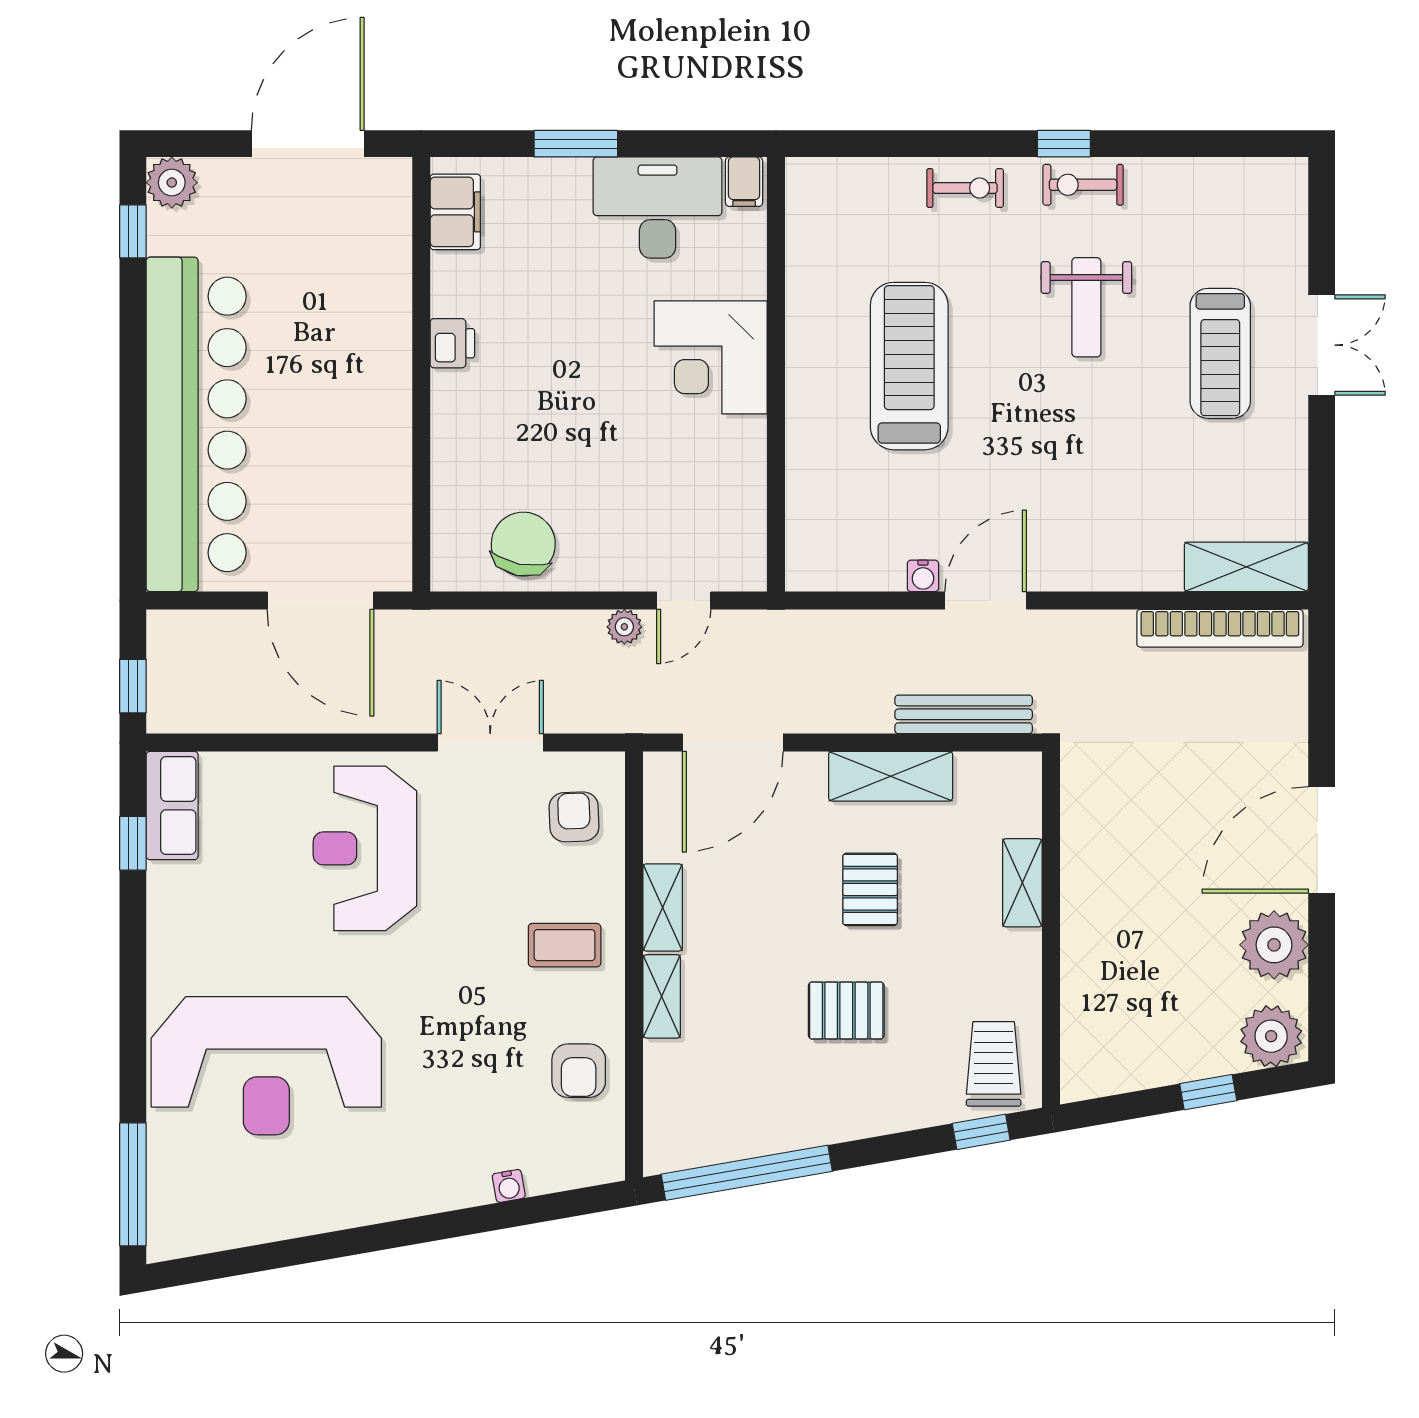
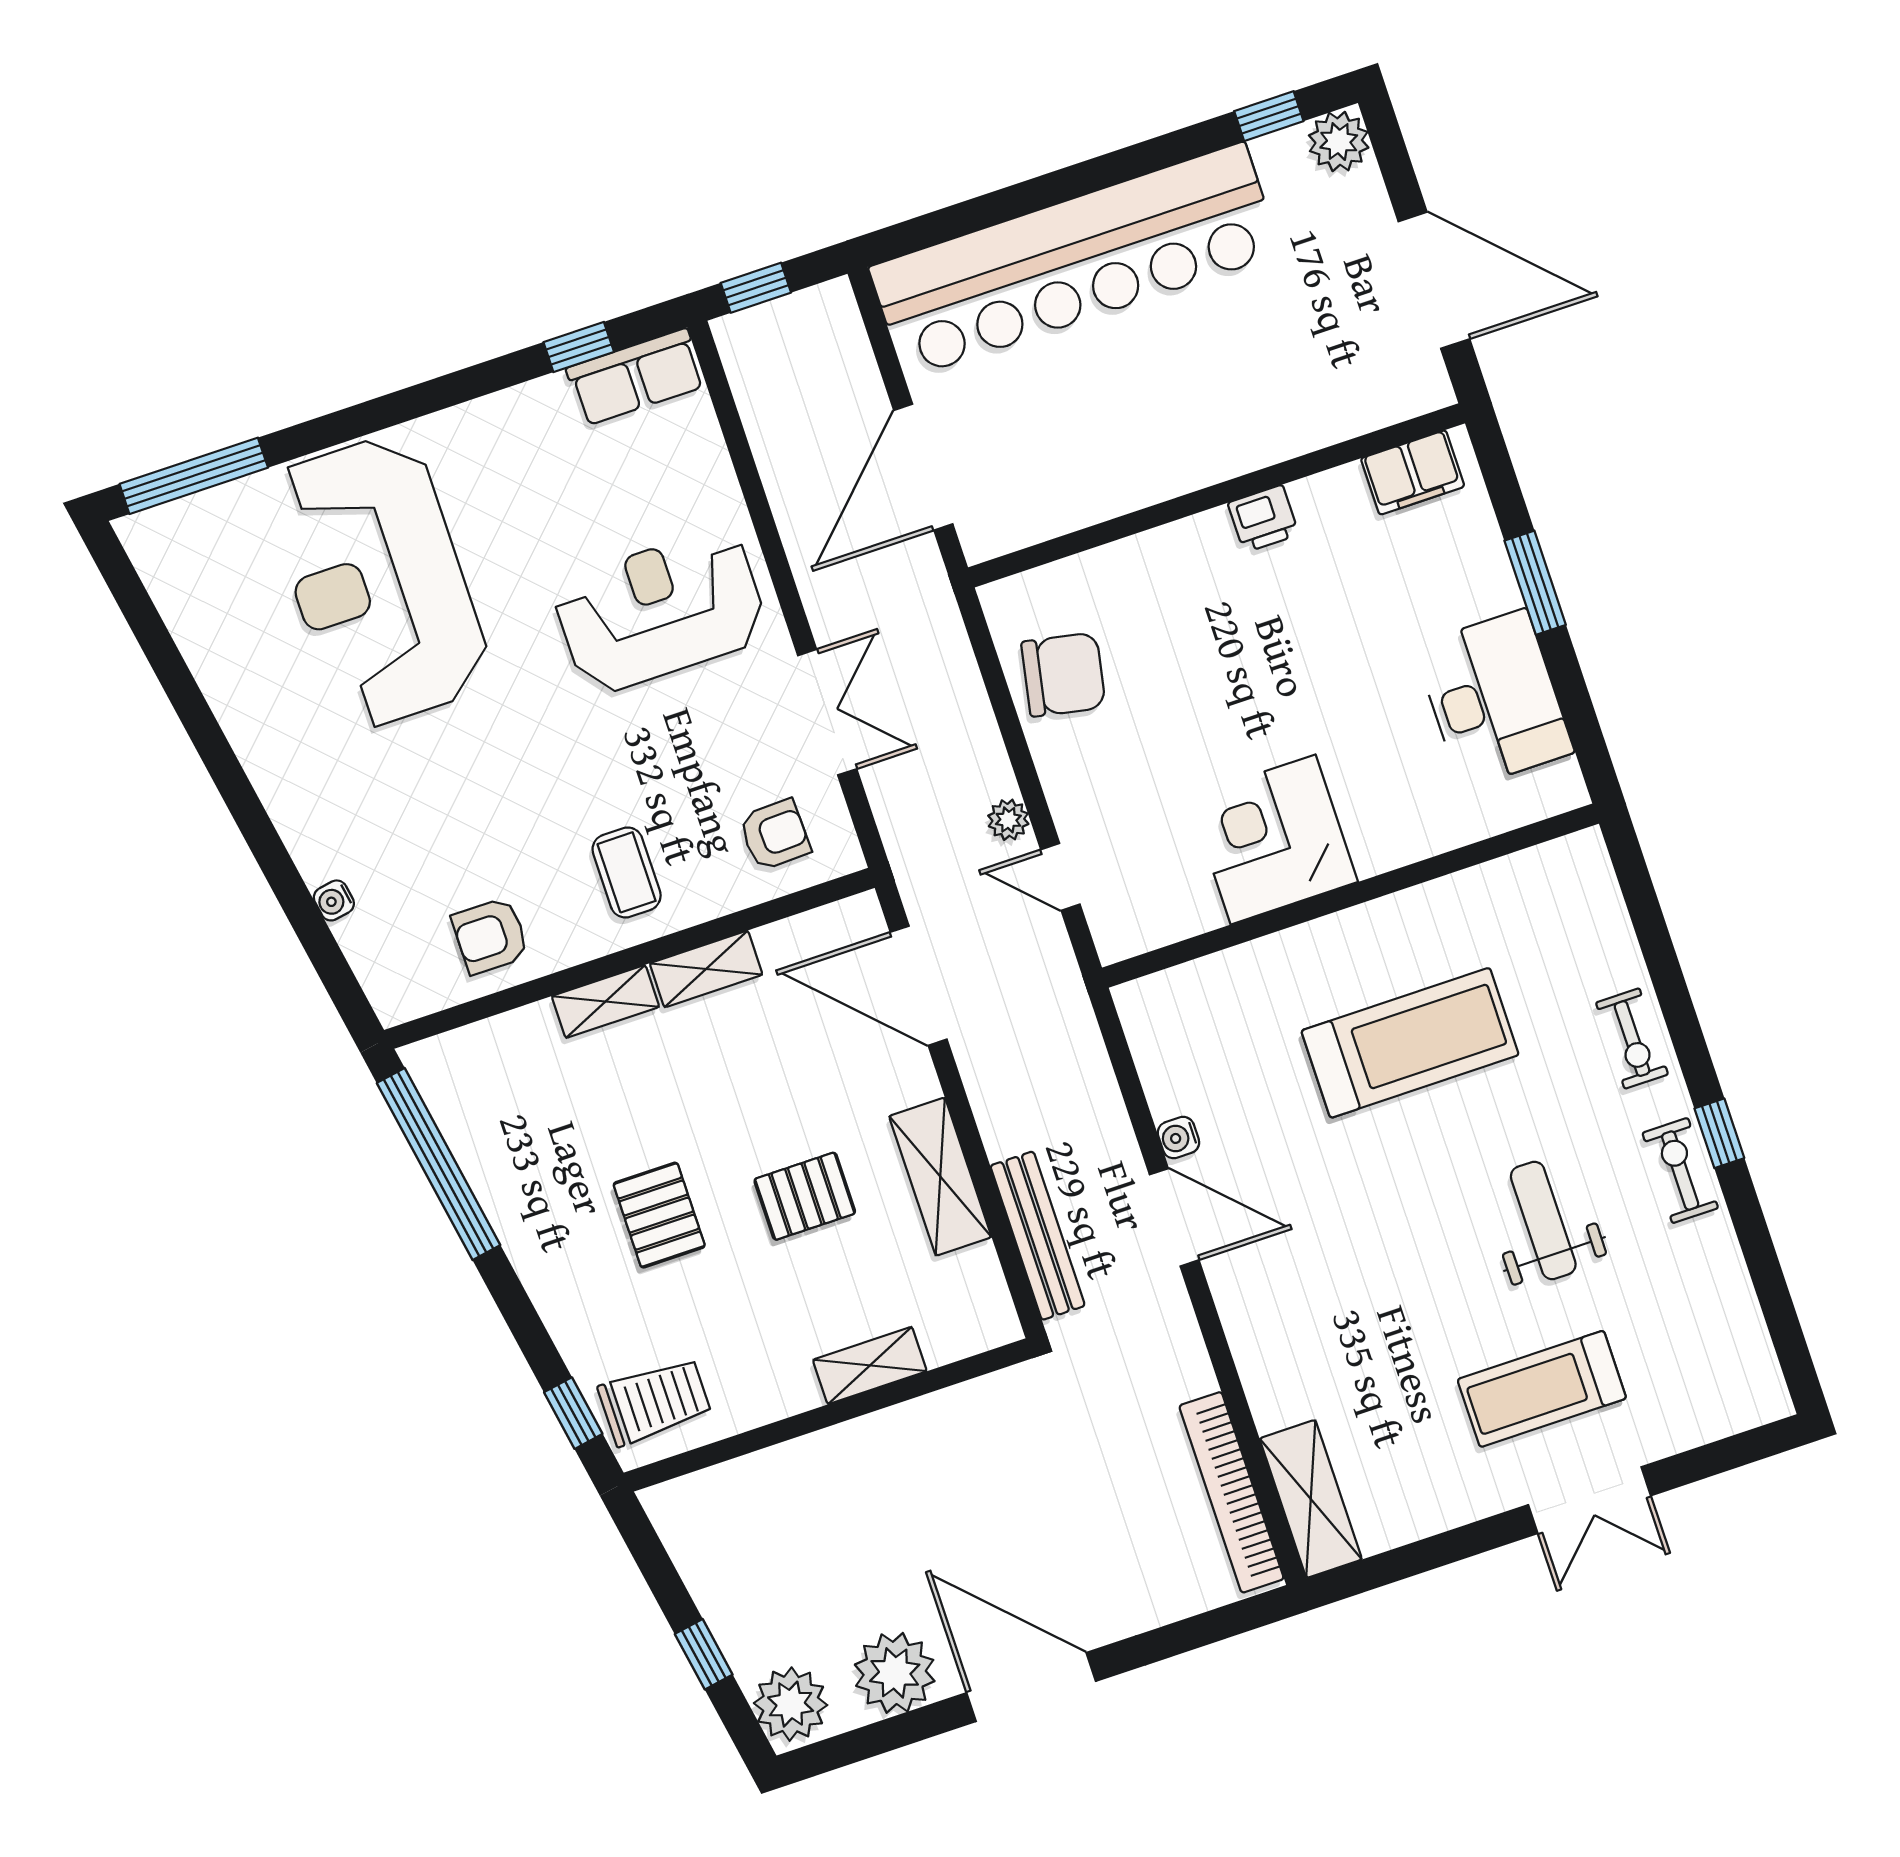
filing cabinet: (744, 182) -> (1556, 787), removed
weight bench: (1086, 307) -> (1543, 1220), turned 90
corner desk: (711, 357) -> (1273, 839), moved

